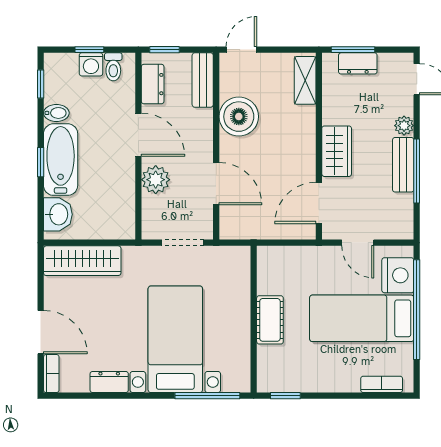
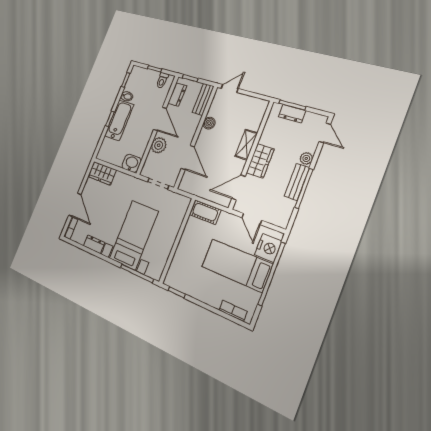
washing machine: (91, 64) -> (152, 76), removed
shelving: (305, 80) -> (246, 145), moved
boiler: (239, 117) -> (209, 123), width x0.54, depth x0.54
washbasin: (58, 214) -> (132, 163), moved, turned -90
wardrobe: (82, 261) -> (102, 173), width x0.67
cot: (270, 320) -> (205, 212), moved, turned 90

